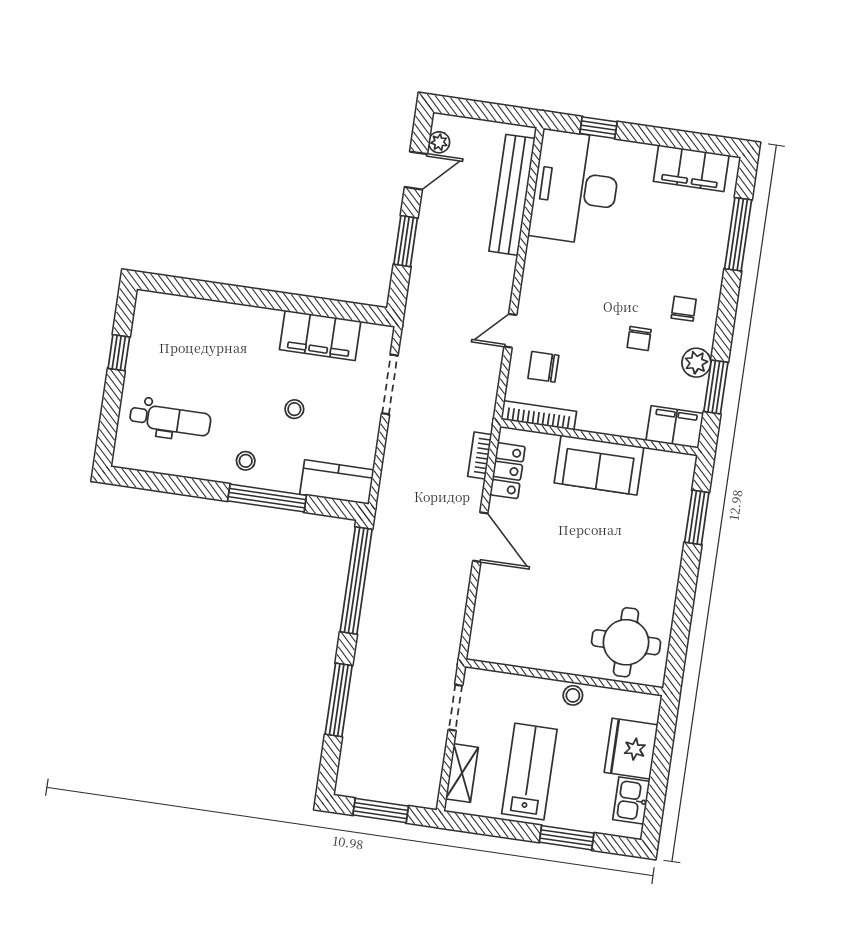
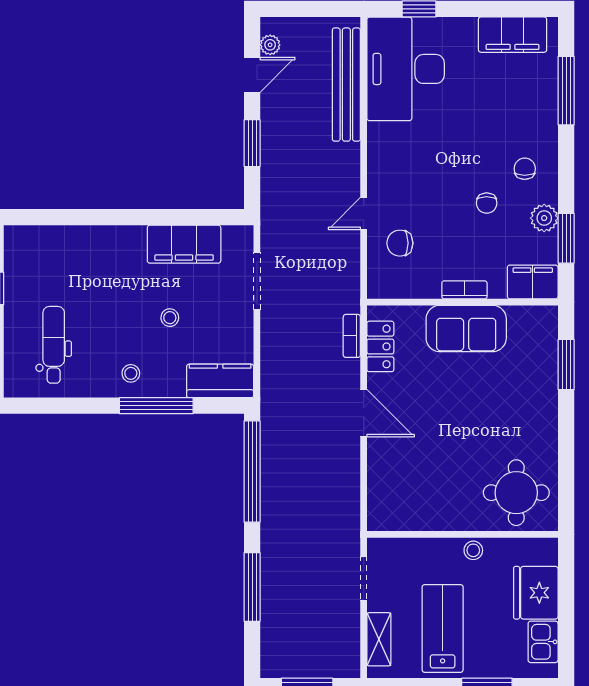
bookcase: (539, 415) -> (464, 290), moved, width x0.64
dental chair: (170, 420) -> (54, 345), turned -90

